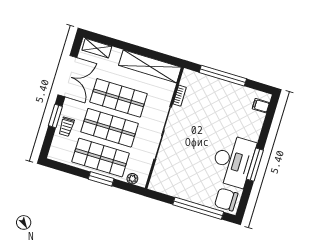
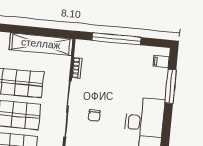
chair: (187, 144) -> (94, 115), added
window: (255, 165) -> (170, 86), moved

